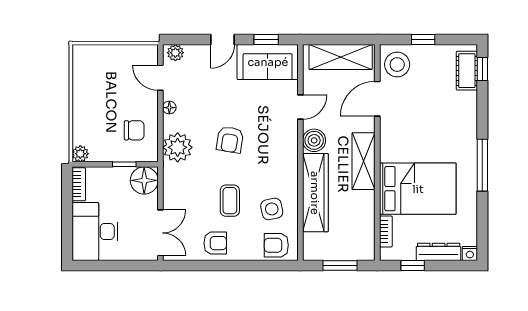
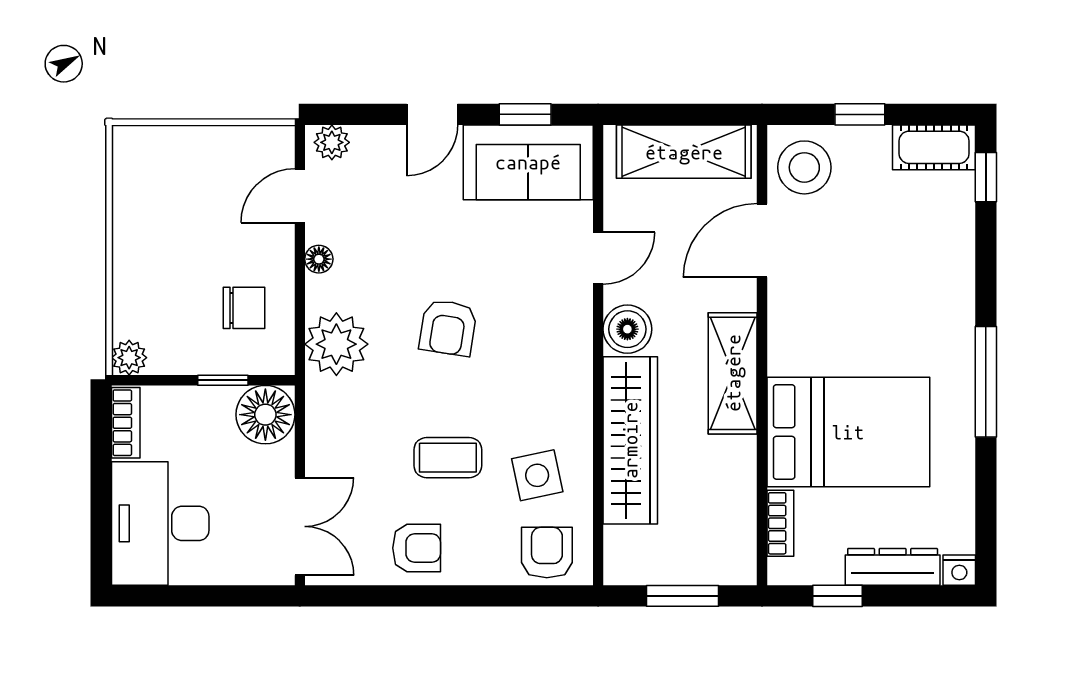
cot: (467, 71) -> (934, 147), moved, turned 90
door: (160, 78) -> (300, 196), hinge flipped
coffee table: (230, 201) -> (448, 458), turned 90
armchair: (276, 245) -> (547, 553), turned 90

